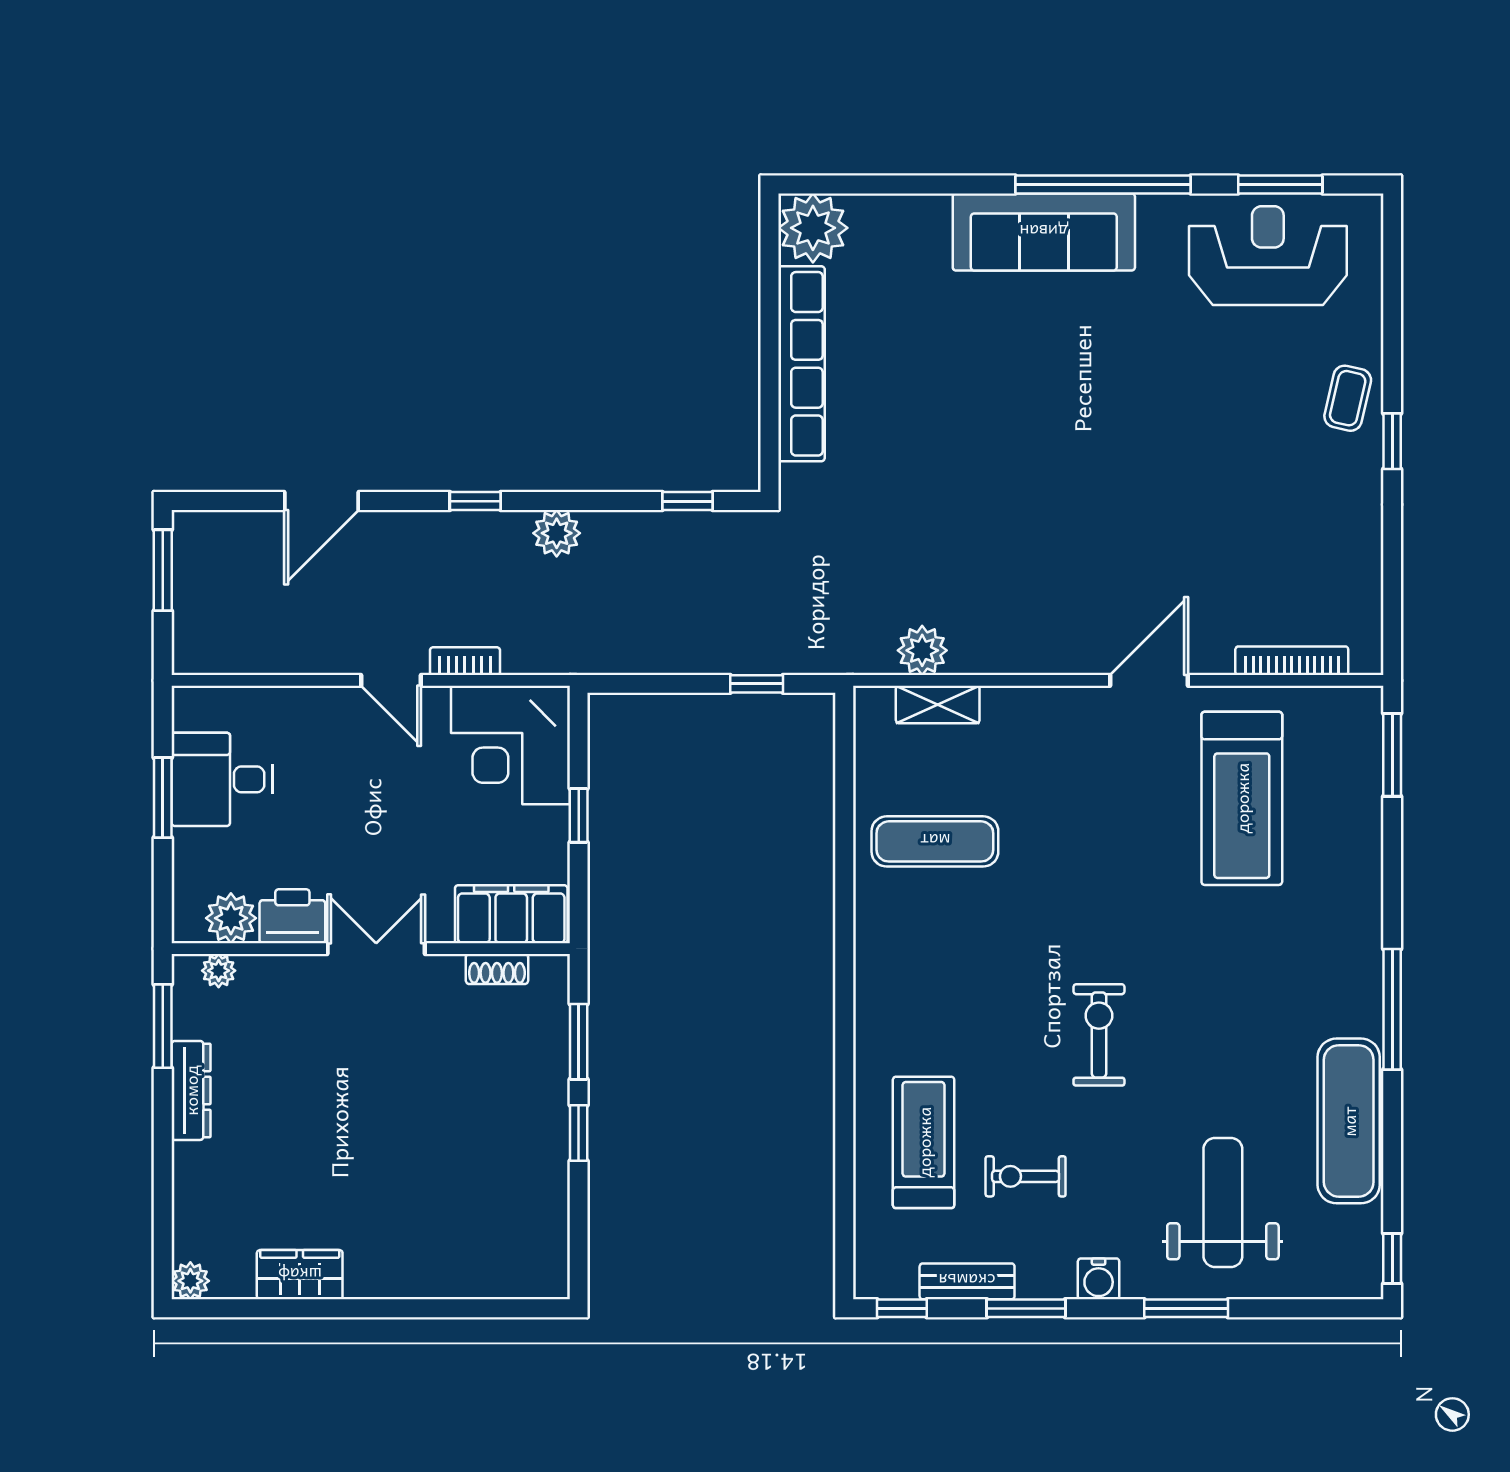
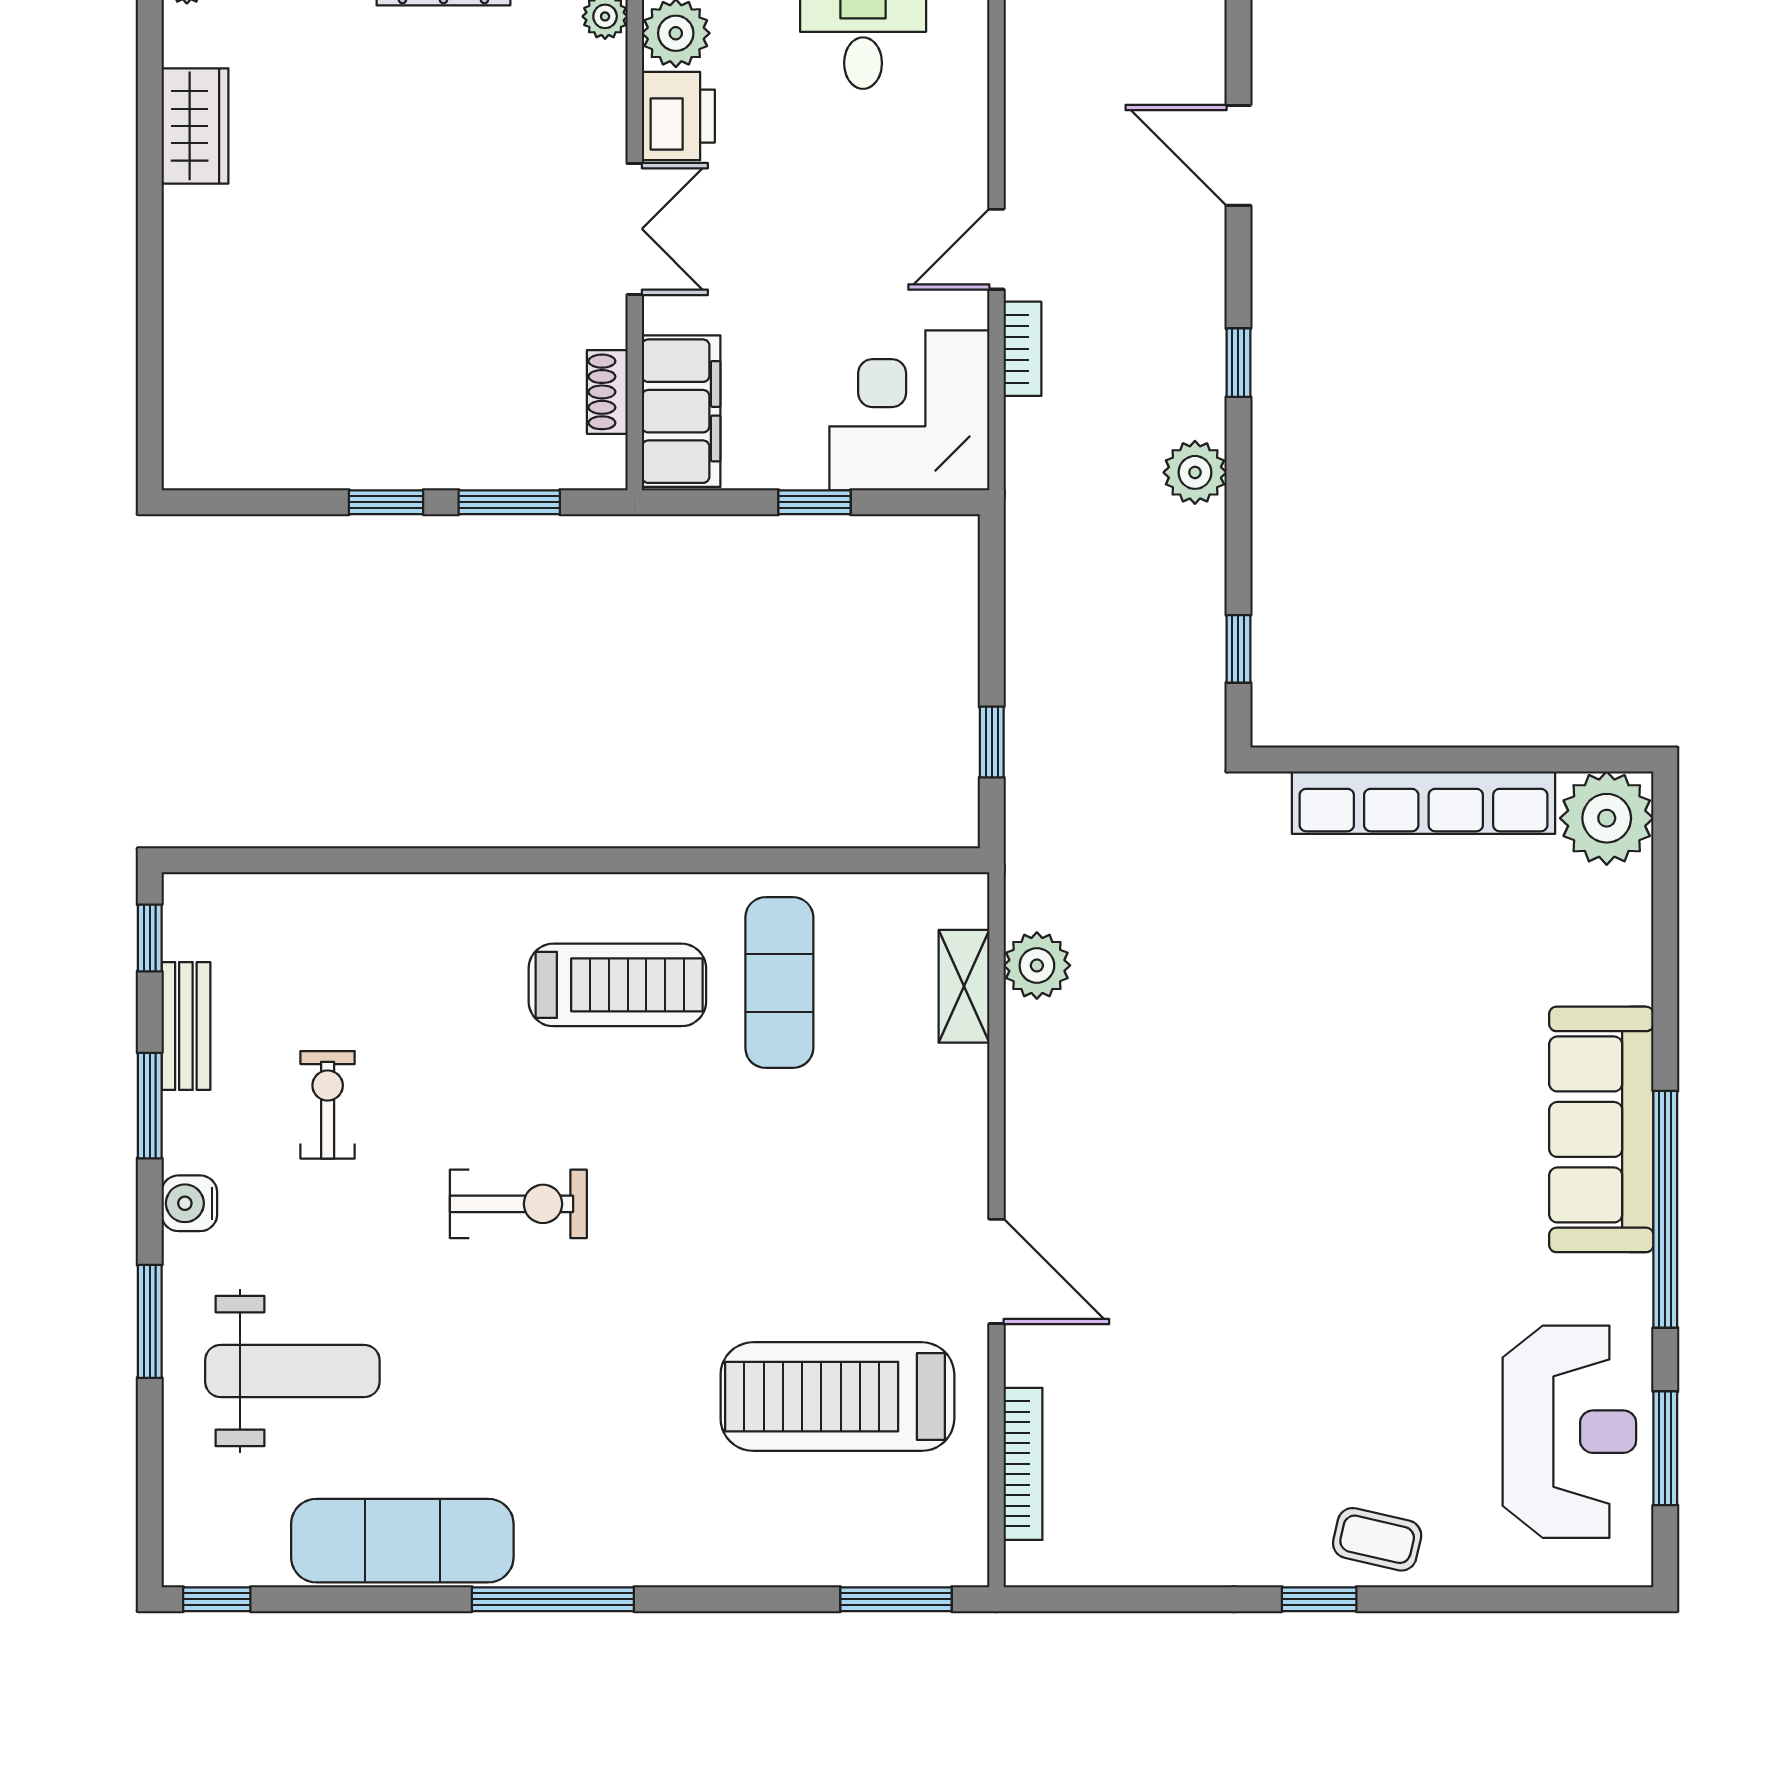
treadmill: (924, 1142) -> (617, 985), moved

